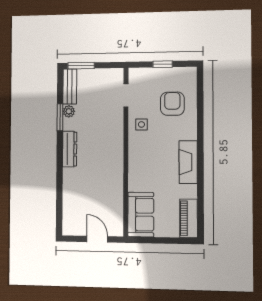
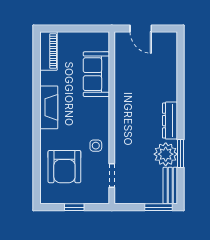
armchair: (172, 104) -> (64, 167), width x1.36, depth x1.36
plant: (69, 111) -> (166, 154), width x1.88, depth x1.88
sofa: (141, 215) -> (96, 74), moved

